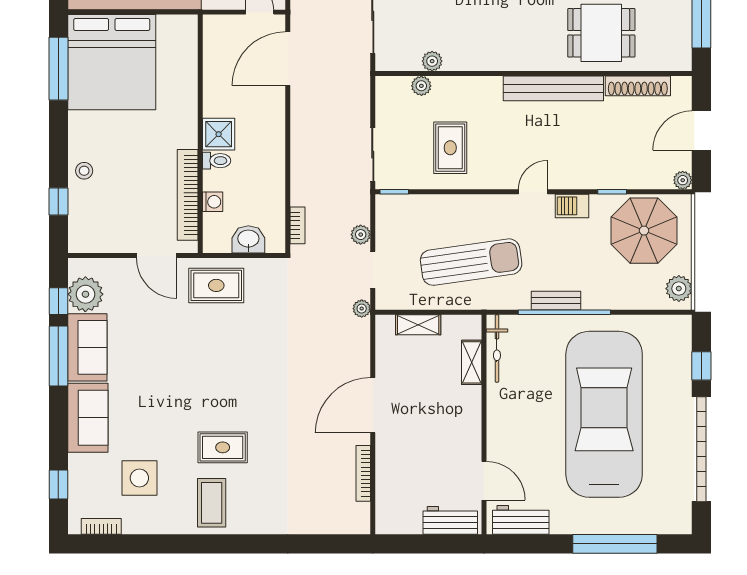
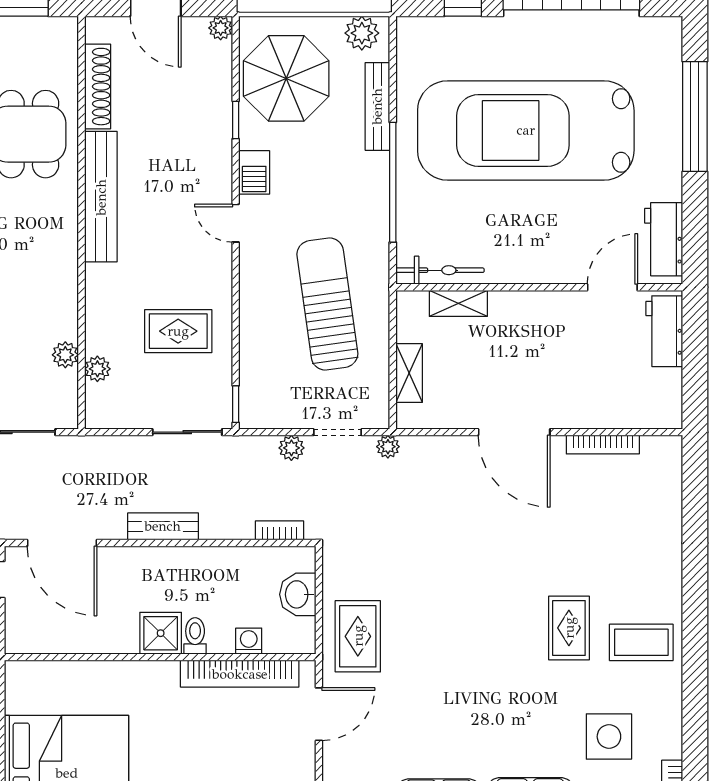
bench: (300, 136) -> (163, 526), added
bench: (556, 301) -> (377, 106), moved, width x1.36

